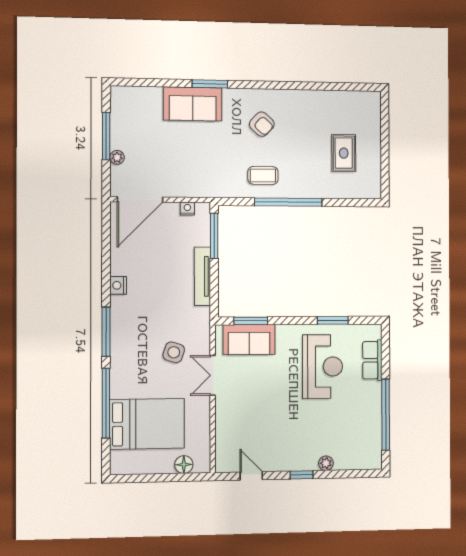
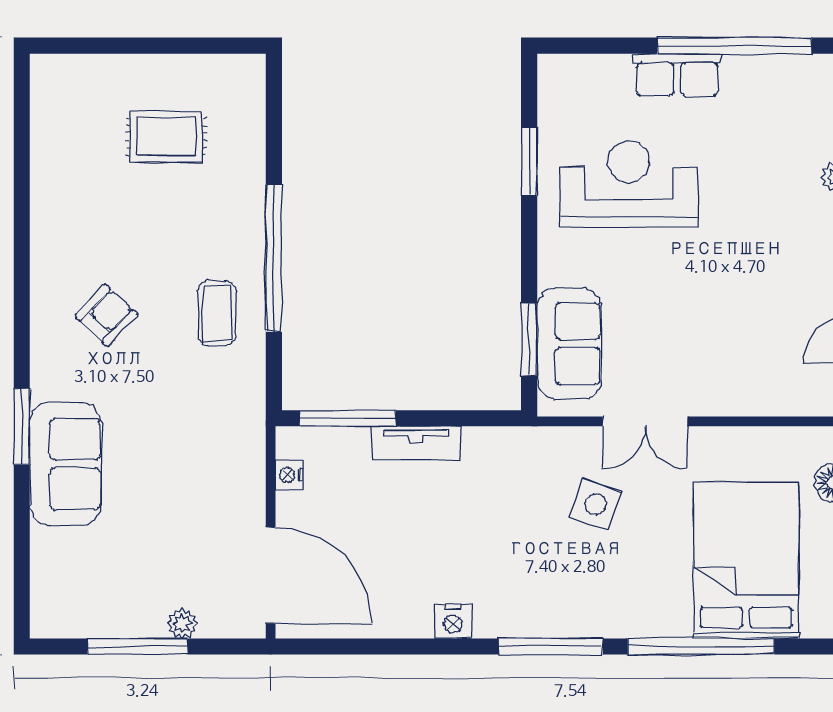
tv unit: (202, 276) -> (416, 443), width x0.71
row of seats: (372, 360) -> (677, 75), moved

